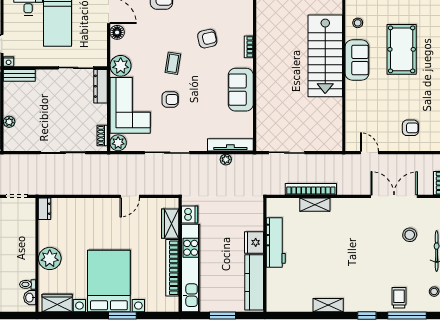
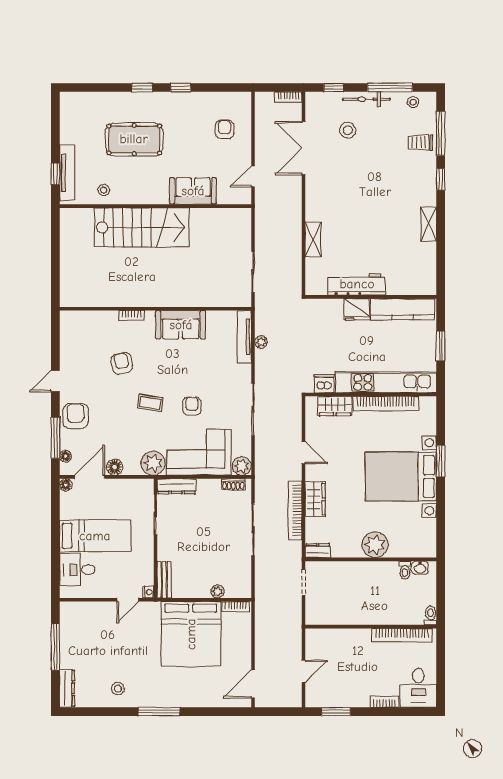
sofa: (357, 60) -> (193, 191), moved
bookcase: (311, 189) -> (295, 510), moved
wardrobe: (57, 303) -> (315, 499), moved, turned 180

